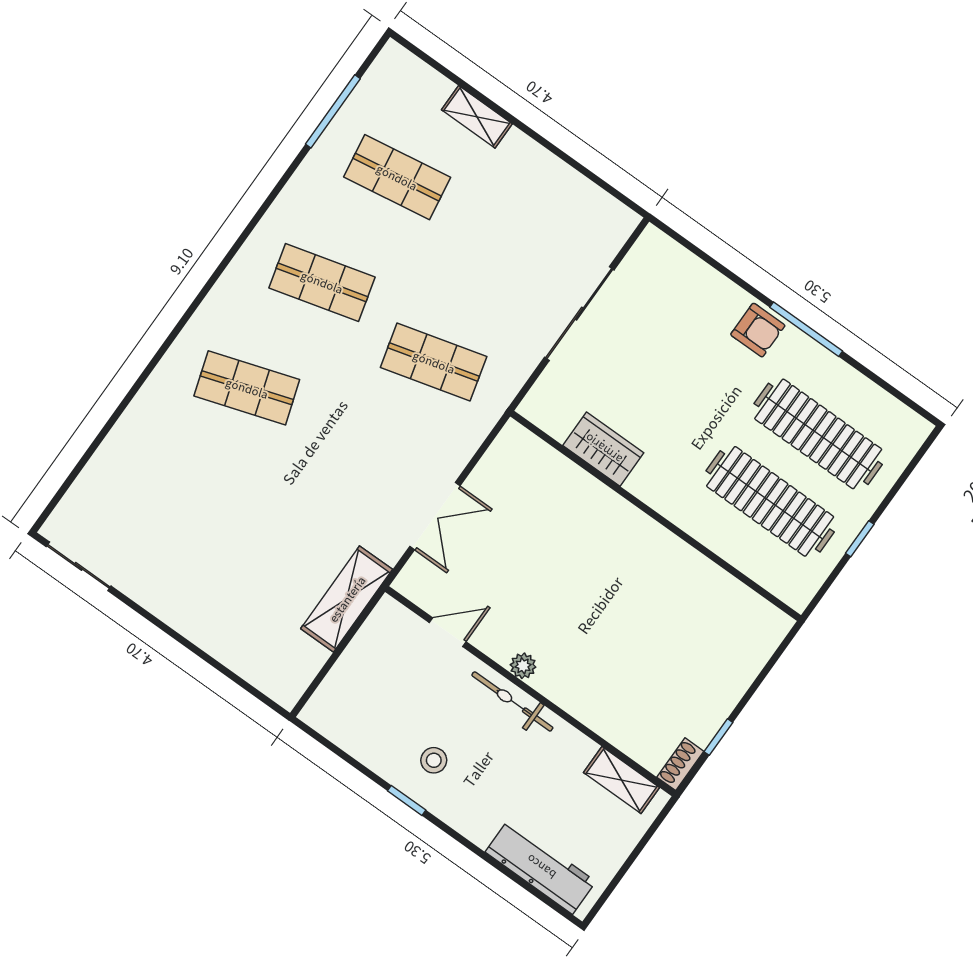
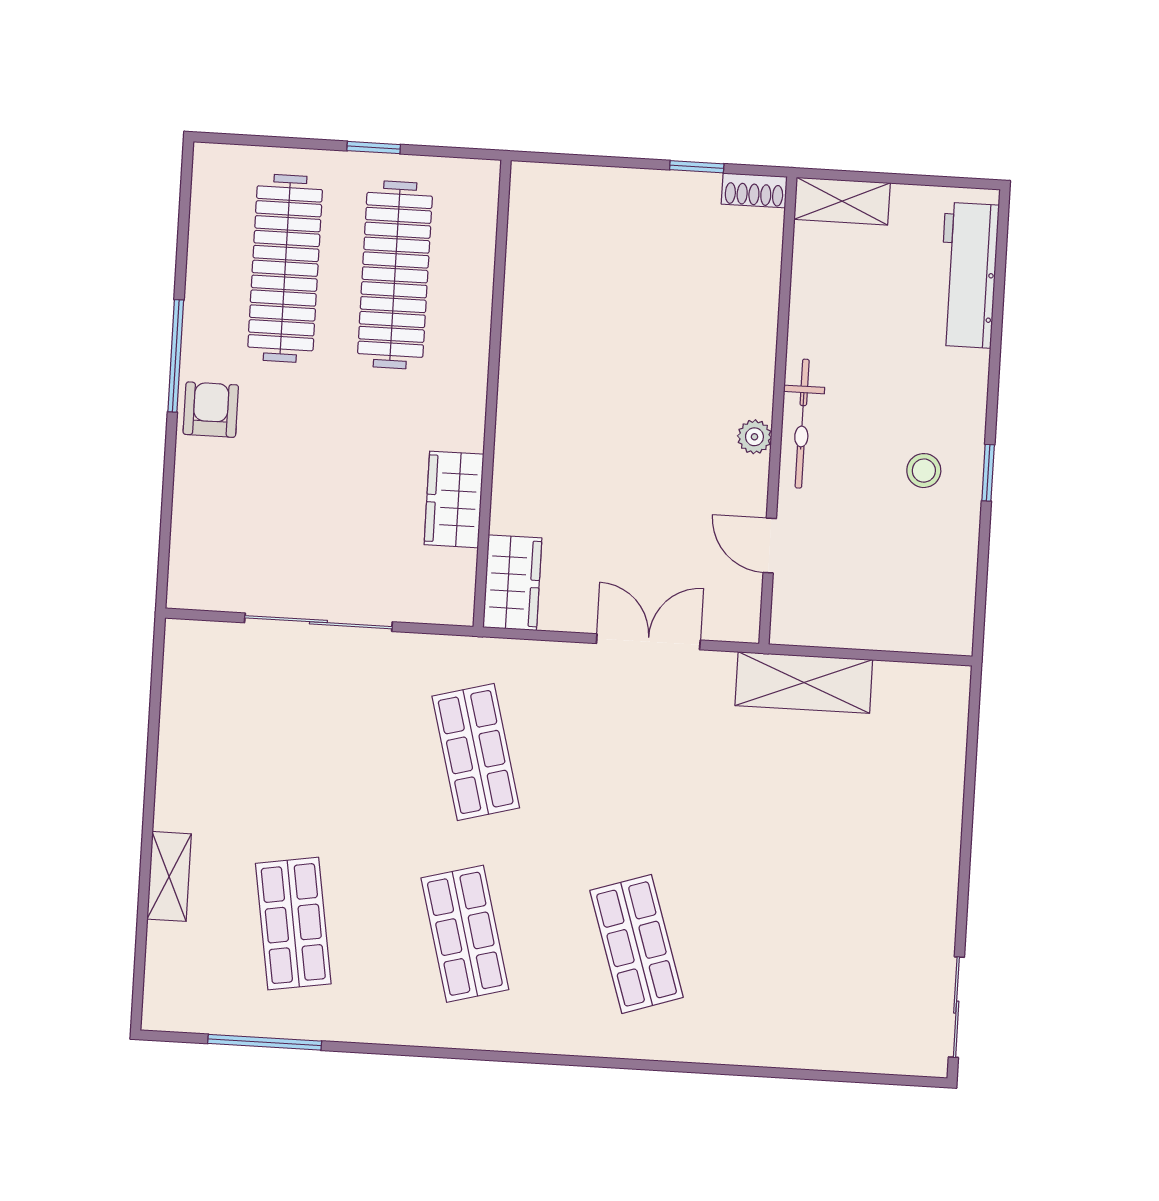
wardrobe: (527, 453) -> (512, 583), added
shelving: (622, 780) -> (842, 201), moved, turned 90

